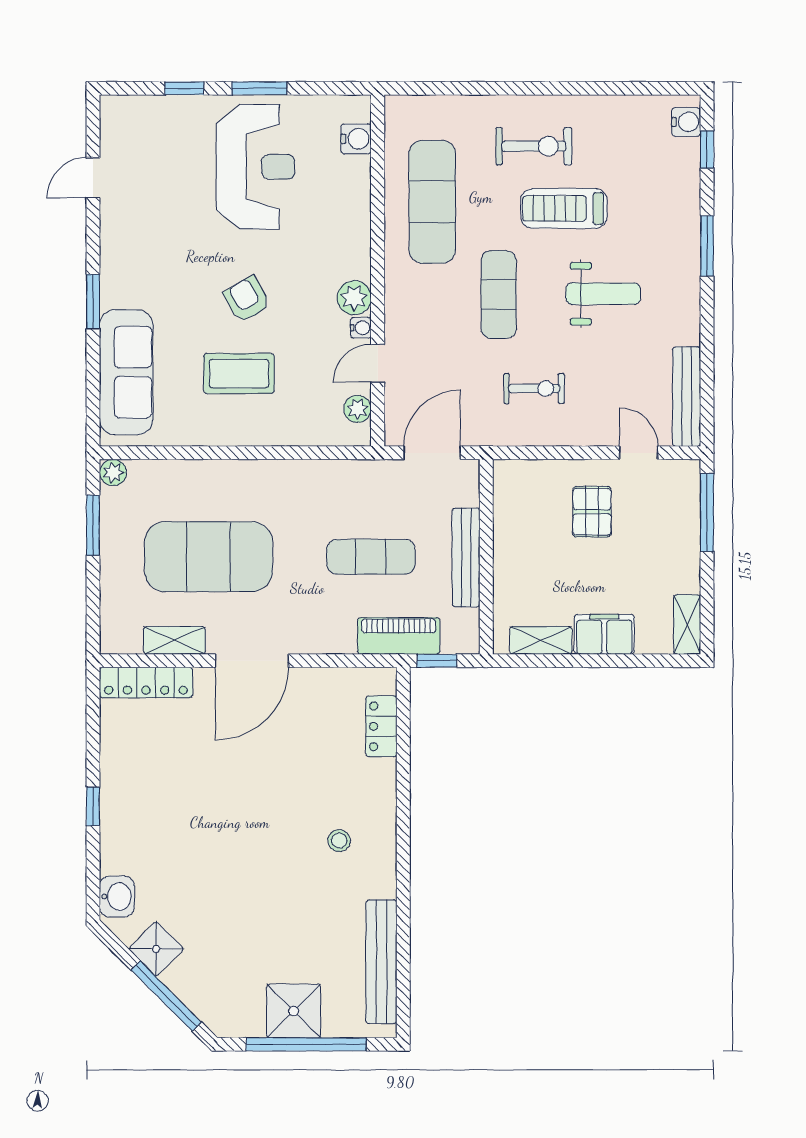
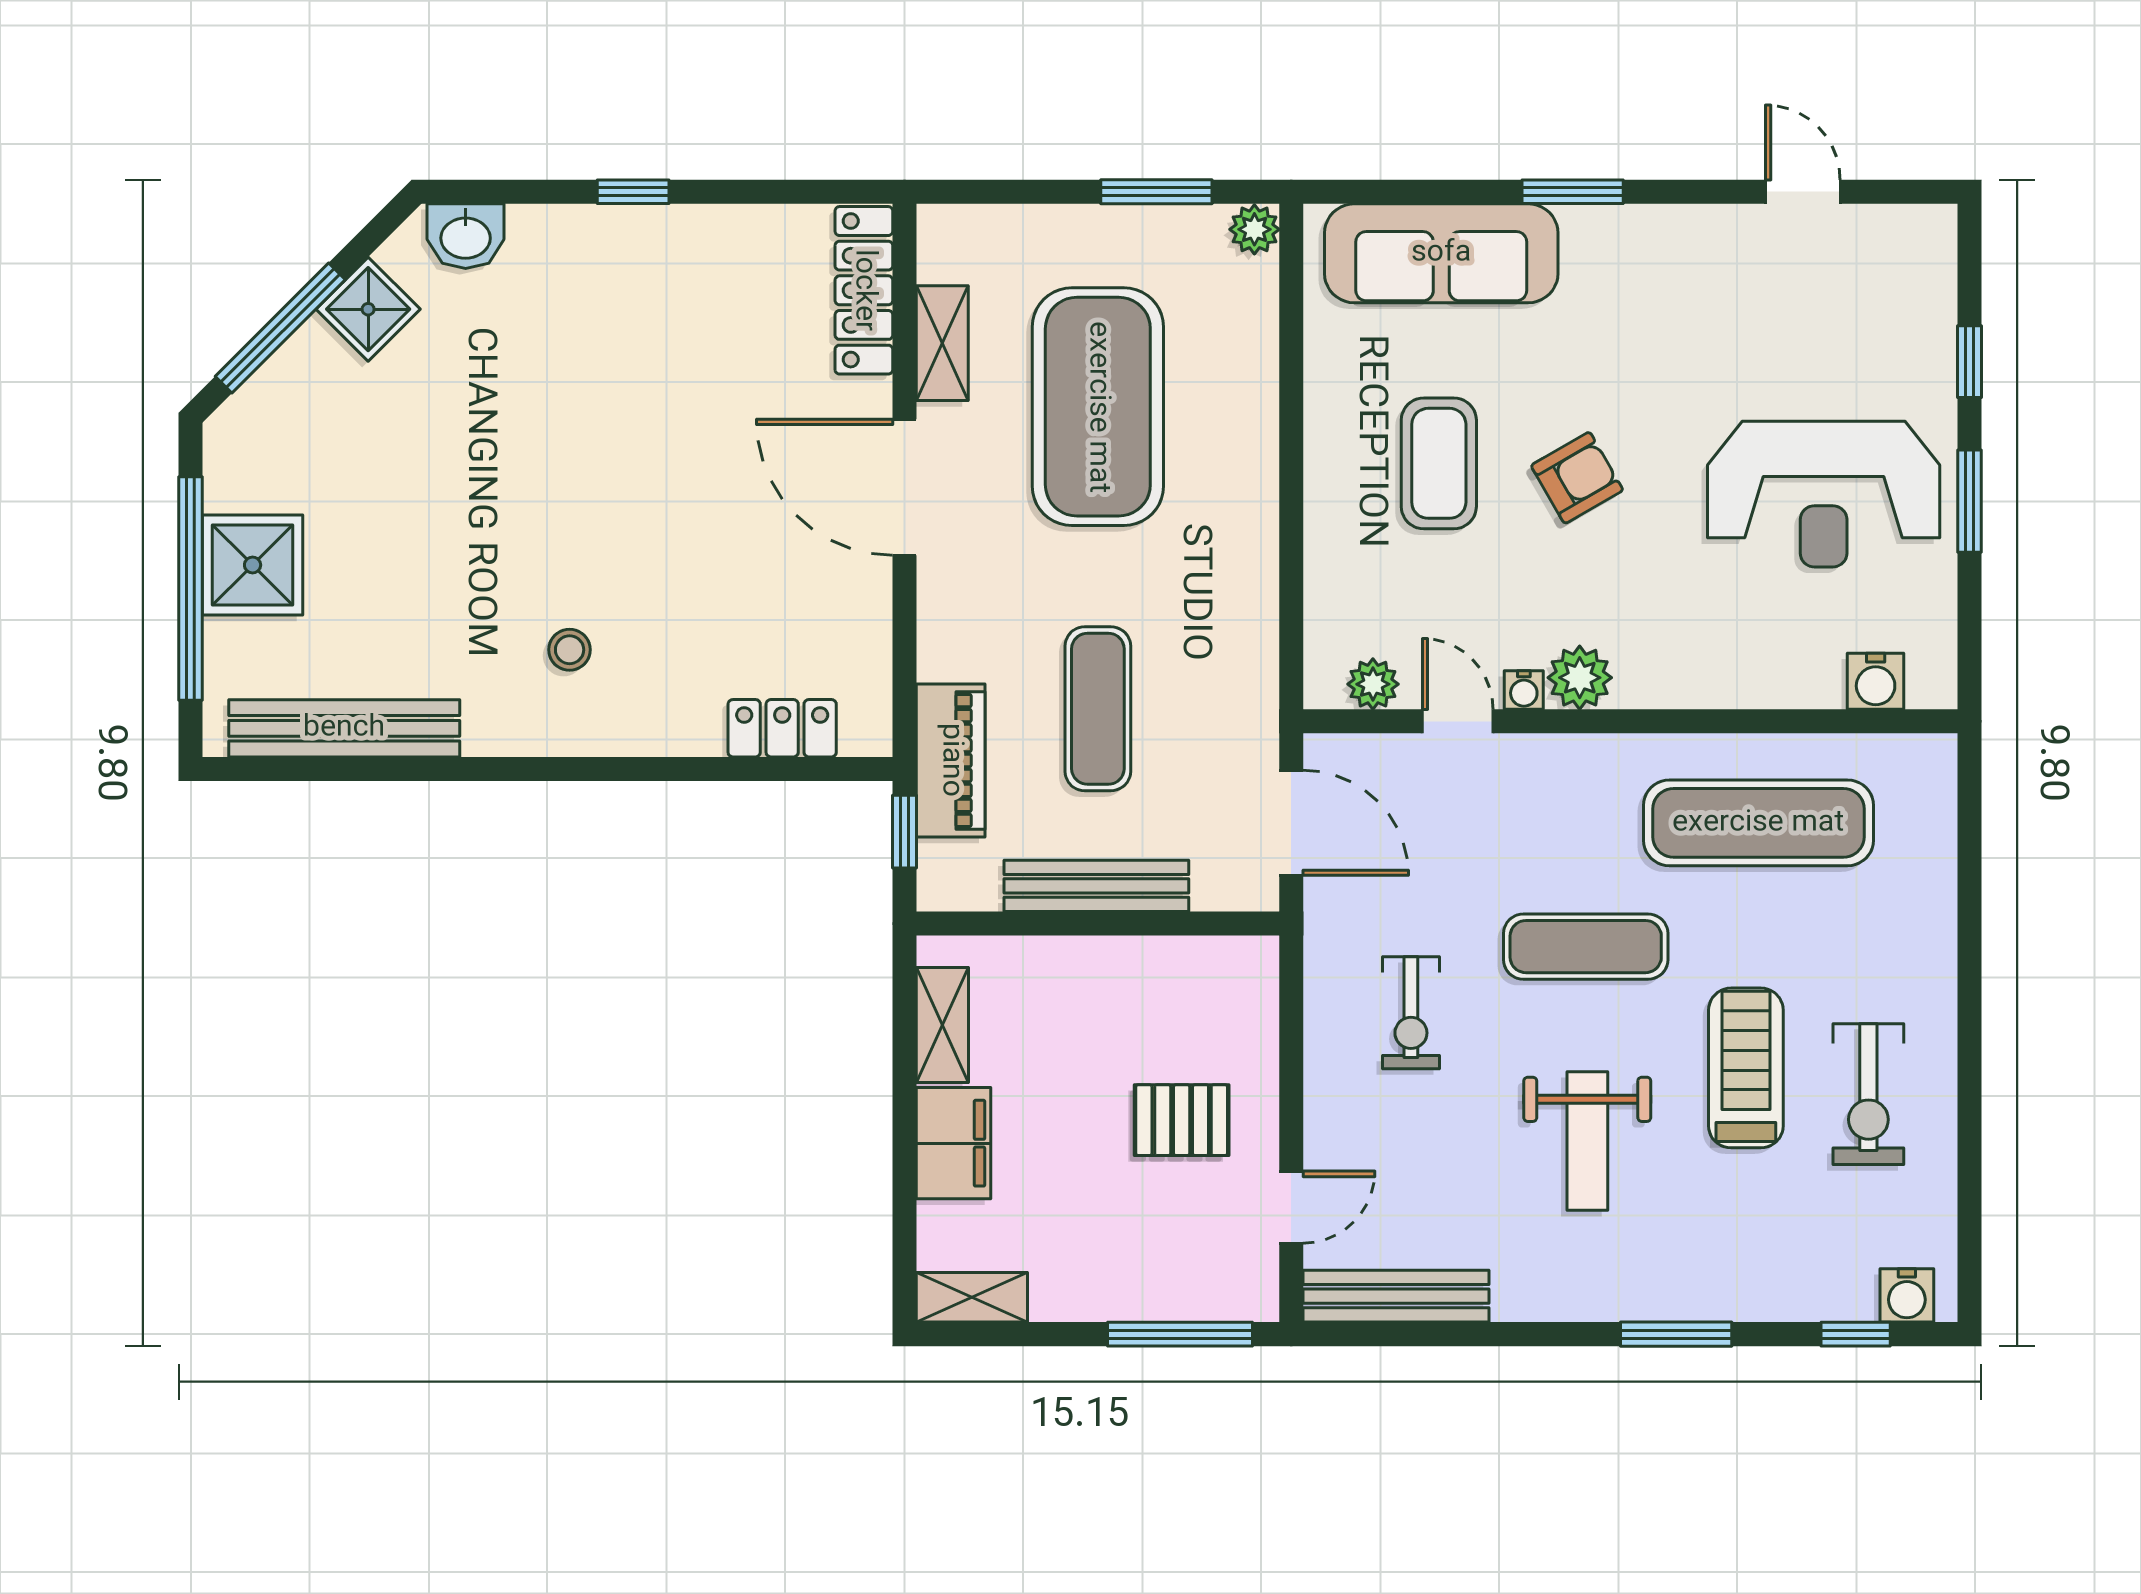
exercise bike: (534, 146) -> (1868, 1094), moved

